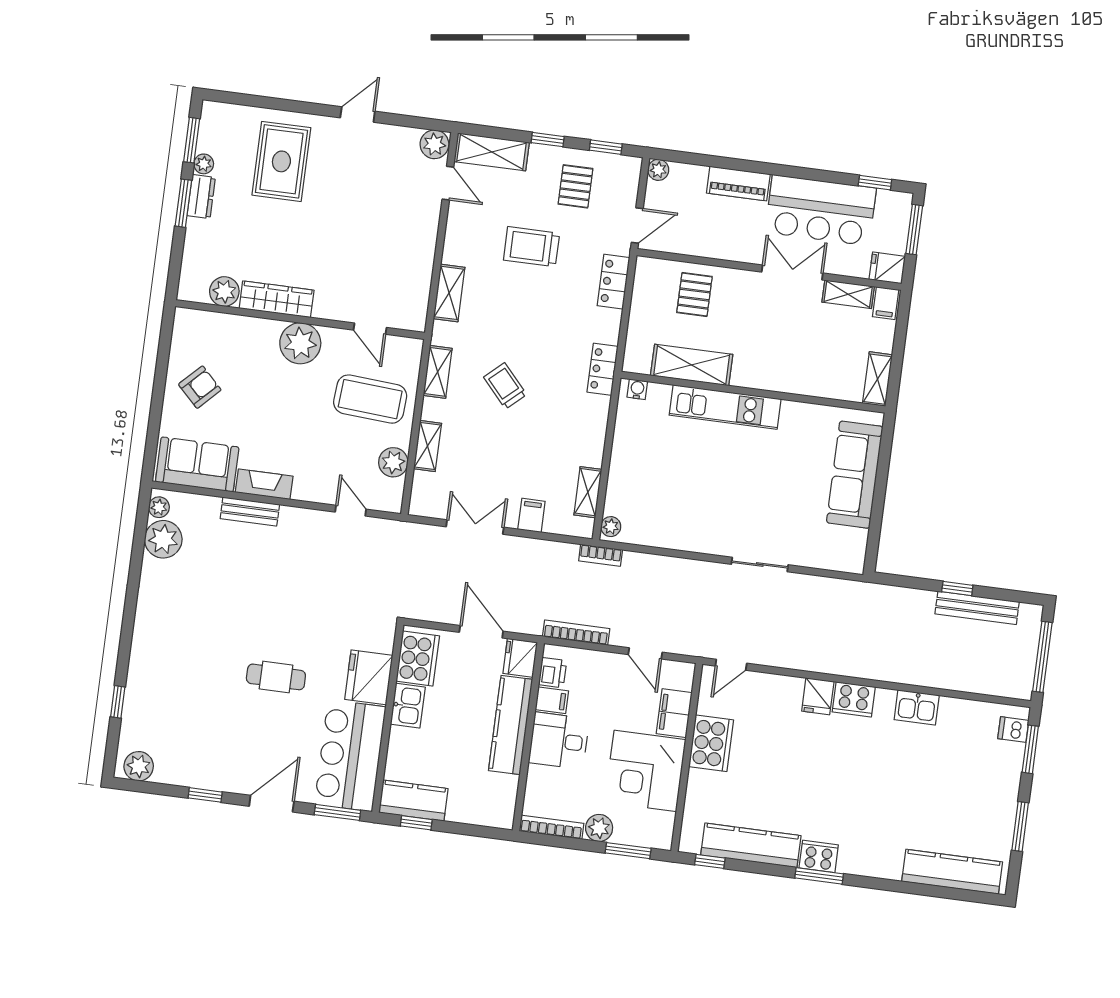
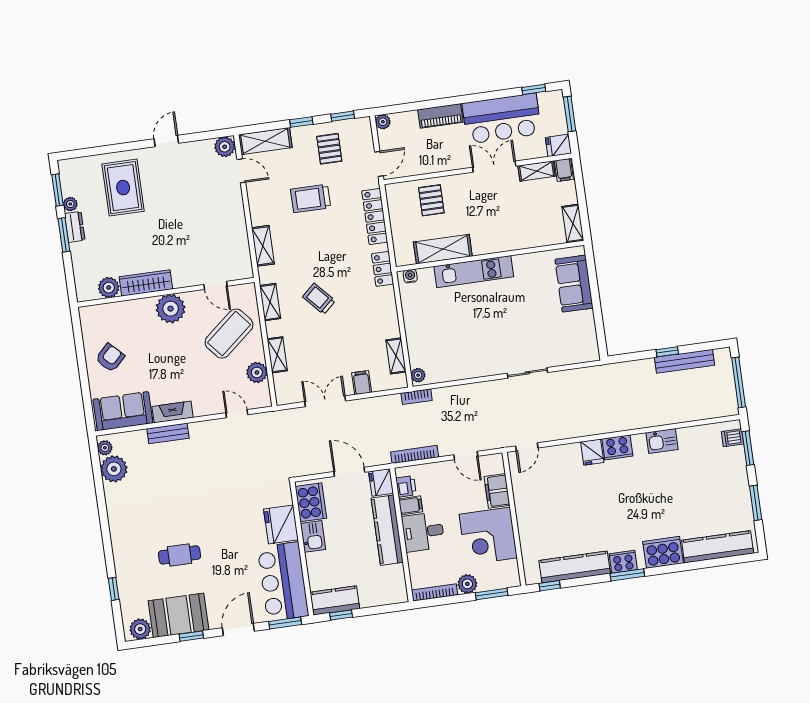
locker: (613, 282) -> (375, 217), width x1.53
coffee table: (370, 399) -> (229, 334), turned -44
sofa: (855, 475) -> (574, 284), width x0.73
cafe table: (276, 677) -> (180, 555), moved
cooker: (711, 743) -> (663, 552), moved, turned -90
booth: (196, 762) -> (178, 615), added

